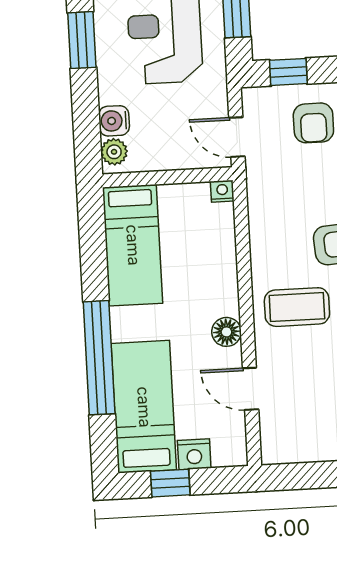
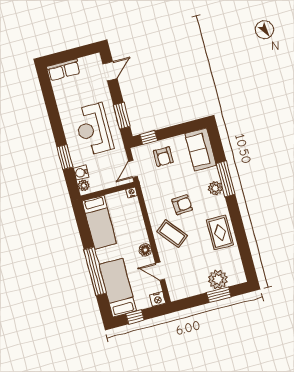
window: (82, 40) -> (65, 157), moved
door: (237, 137) -> (133, 169), hinge flipped
coffee table: (297, 307) -> (172, 234), turned 51
nightstand: (194, 454) -> (158, 299), moved

